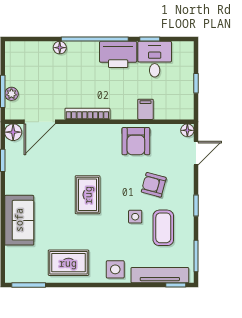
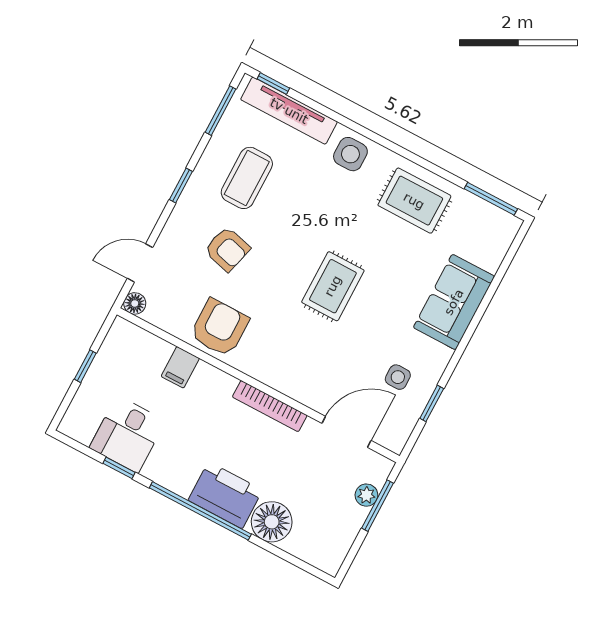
floor lamp: (60, 48) -> (272, 522), width x1.89, depth x1.89
printer: (118, 54) -> (225, 495), moved
floor lamp: (13, 132) -> (394, 437), removed
side table: (135, 217) -> (398, 377), moved

